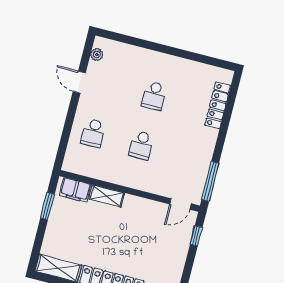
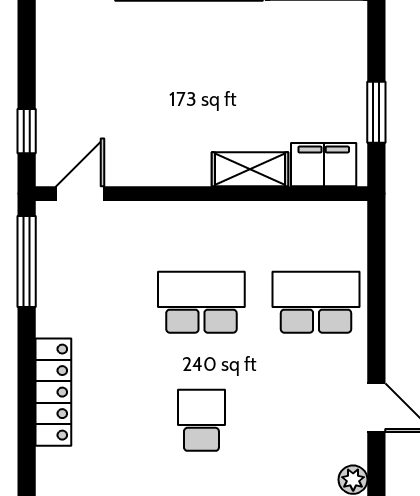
locker: (218, 105) -> (53, 392), moved
school desk: (93, 133) -> (316, 302), width x1.85
school desk: (141, 145) -> (201, 302), width x1.85

